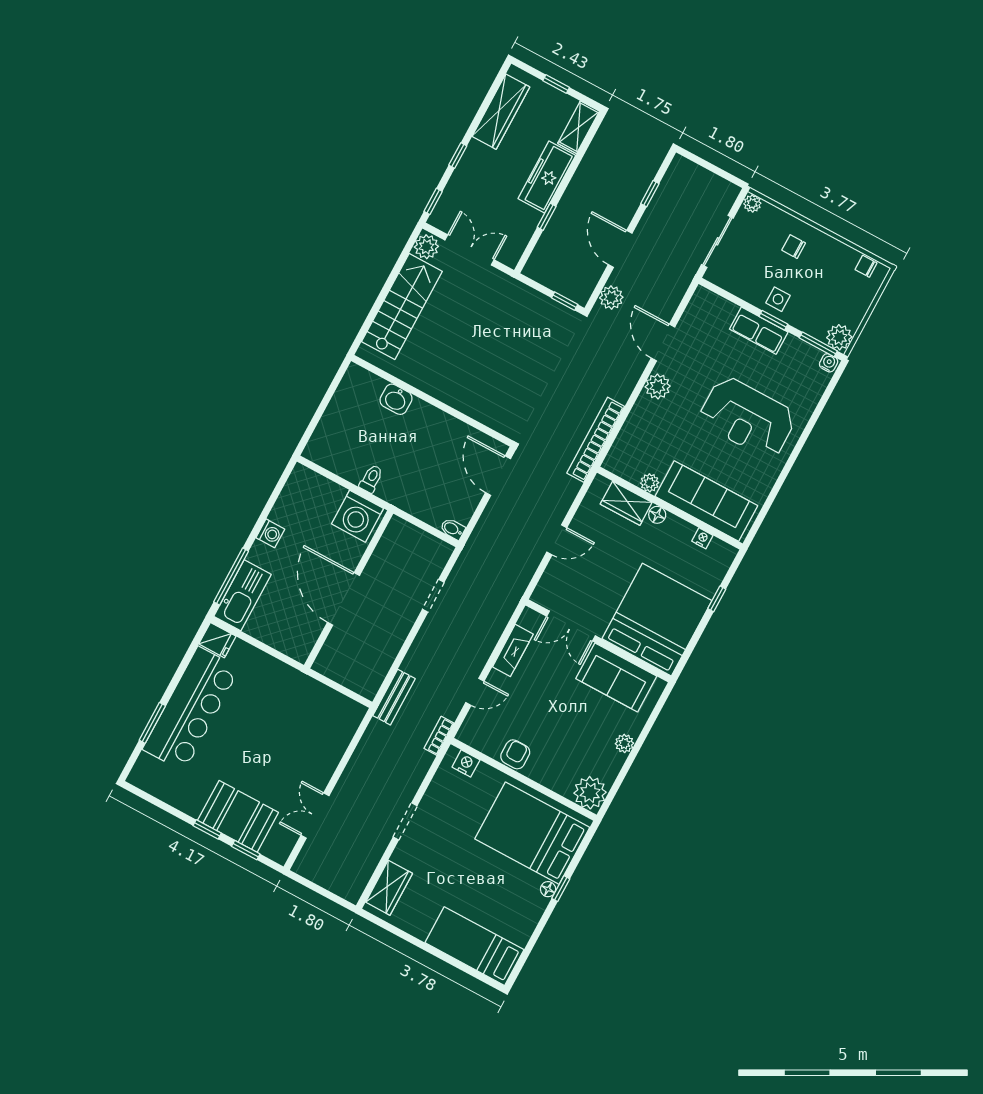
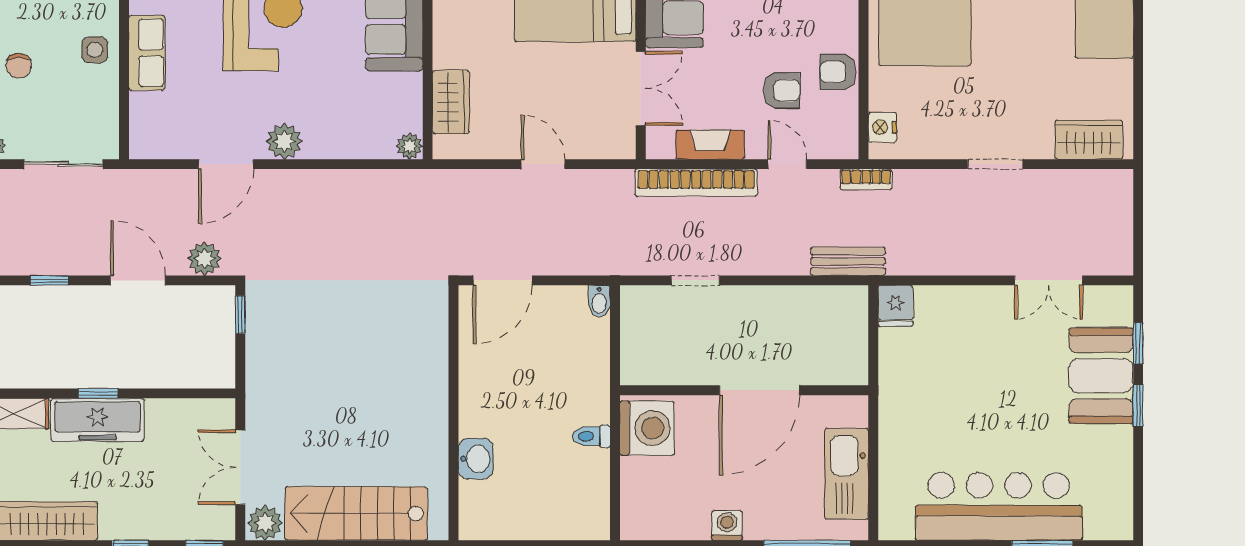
window: (547, 217) -> (98, 393), moved
door: (620, 249) -> (138, 280), swing flipped
window: (773, 320) -> (124, 42), removed
bookcase: (596, 440) -> (696, 183), moved
plant: (650, 483) -> (410, 146), moved
floor lamp: (657, 515) -> (444, 56), removed
kitchen sink: (242, 595) -> (847, 474), moved, turned -90
fridge: (217, 640) -> (895, 306), moved, turned 180
armchair: (523, 713) -> (782, 90), added

